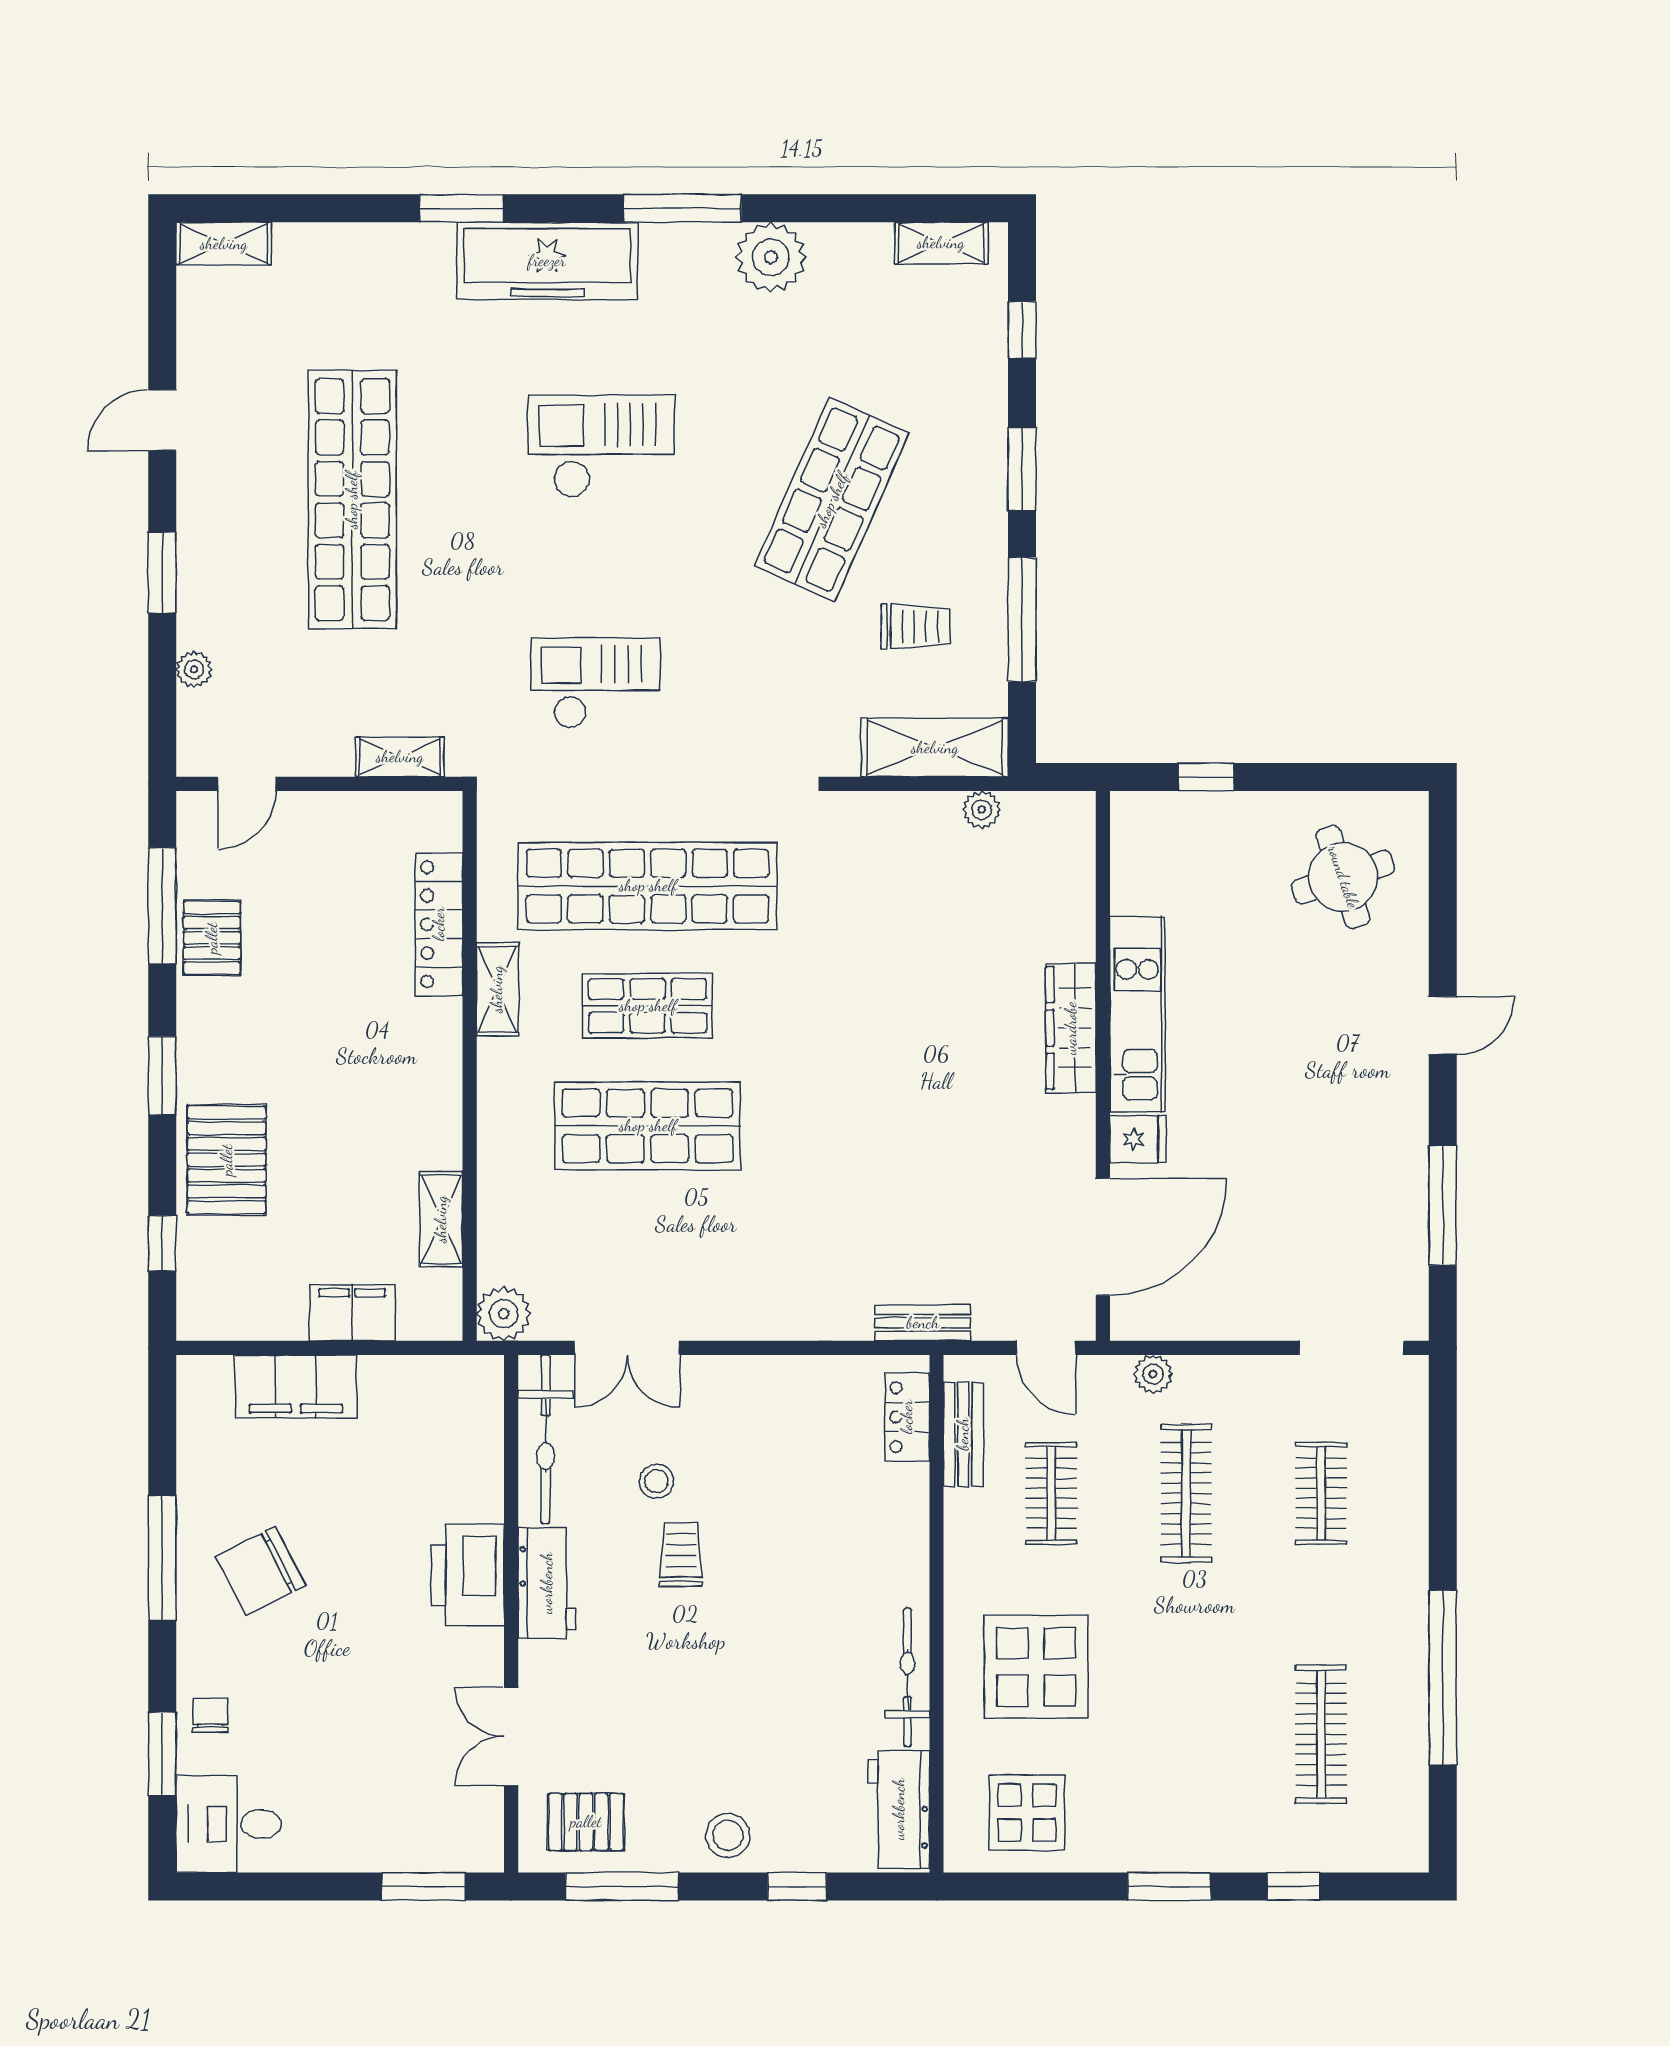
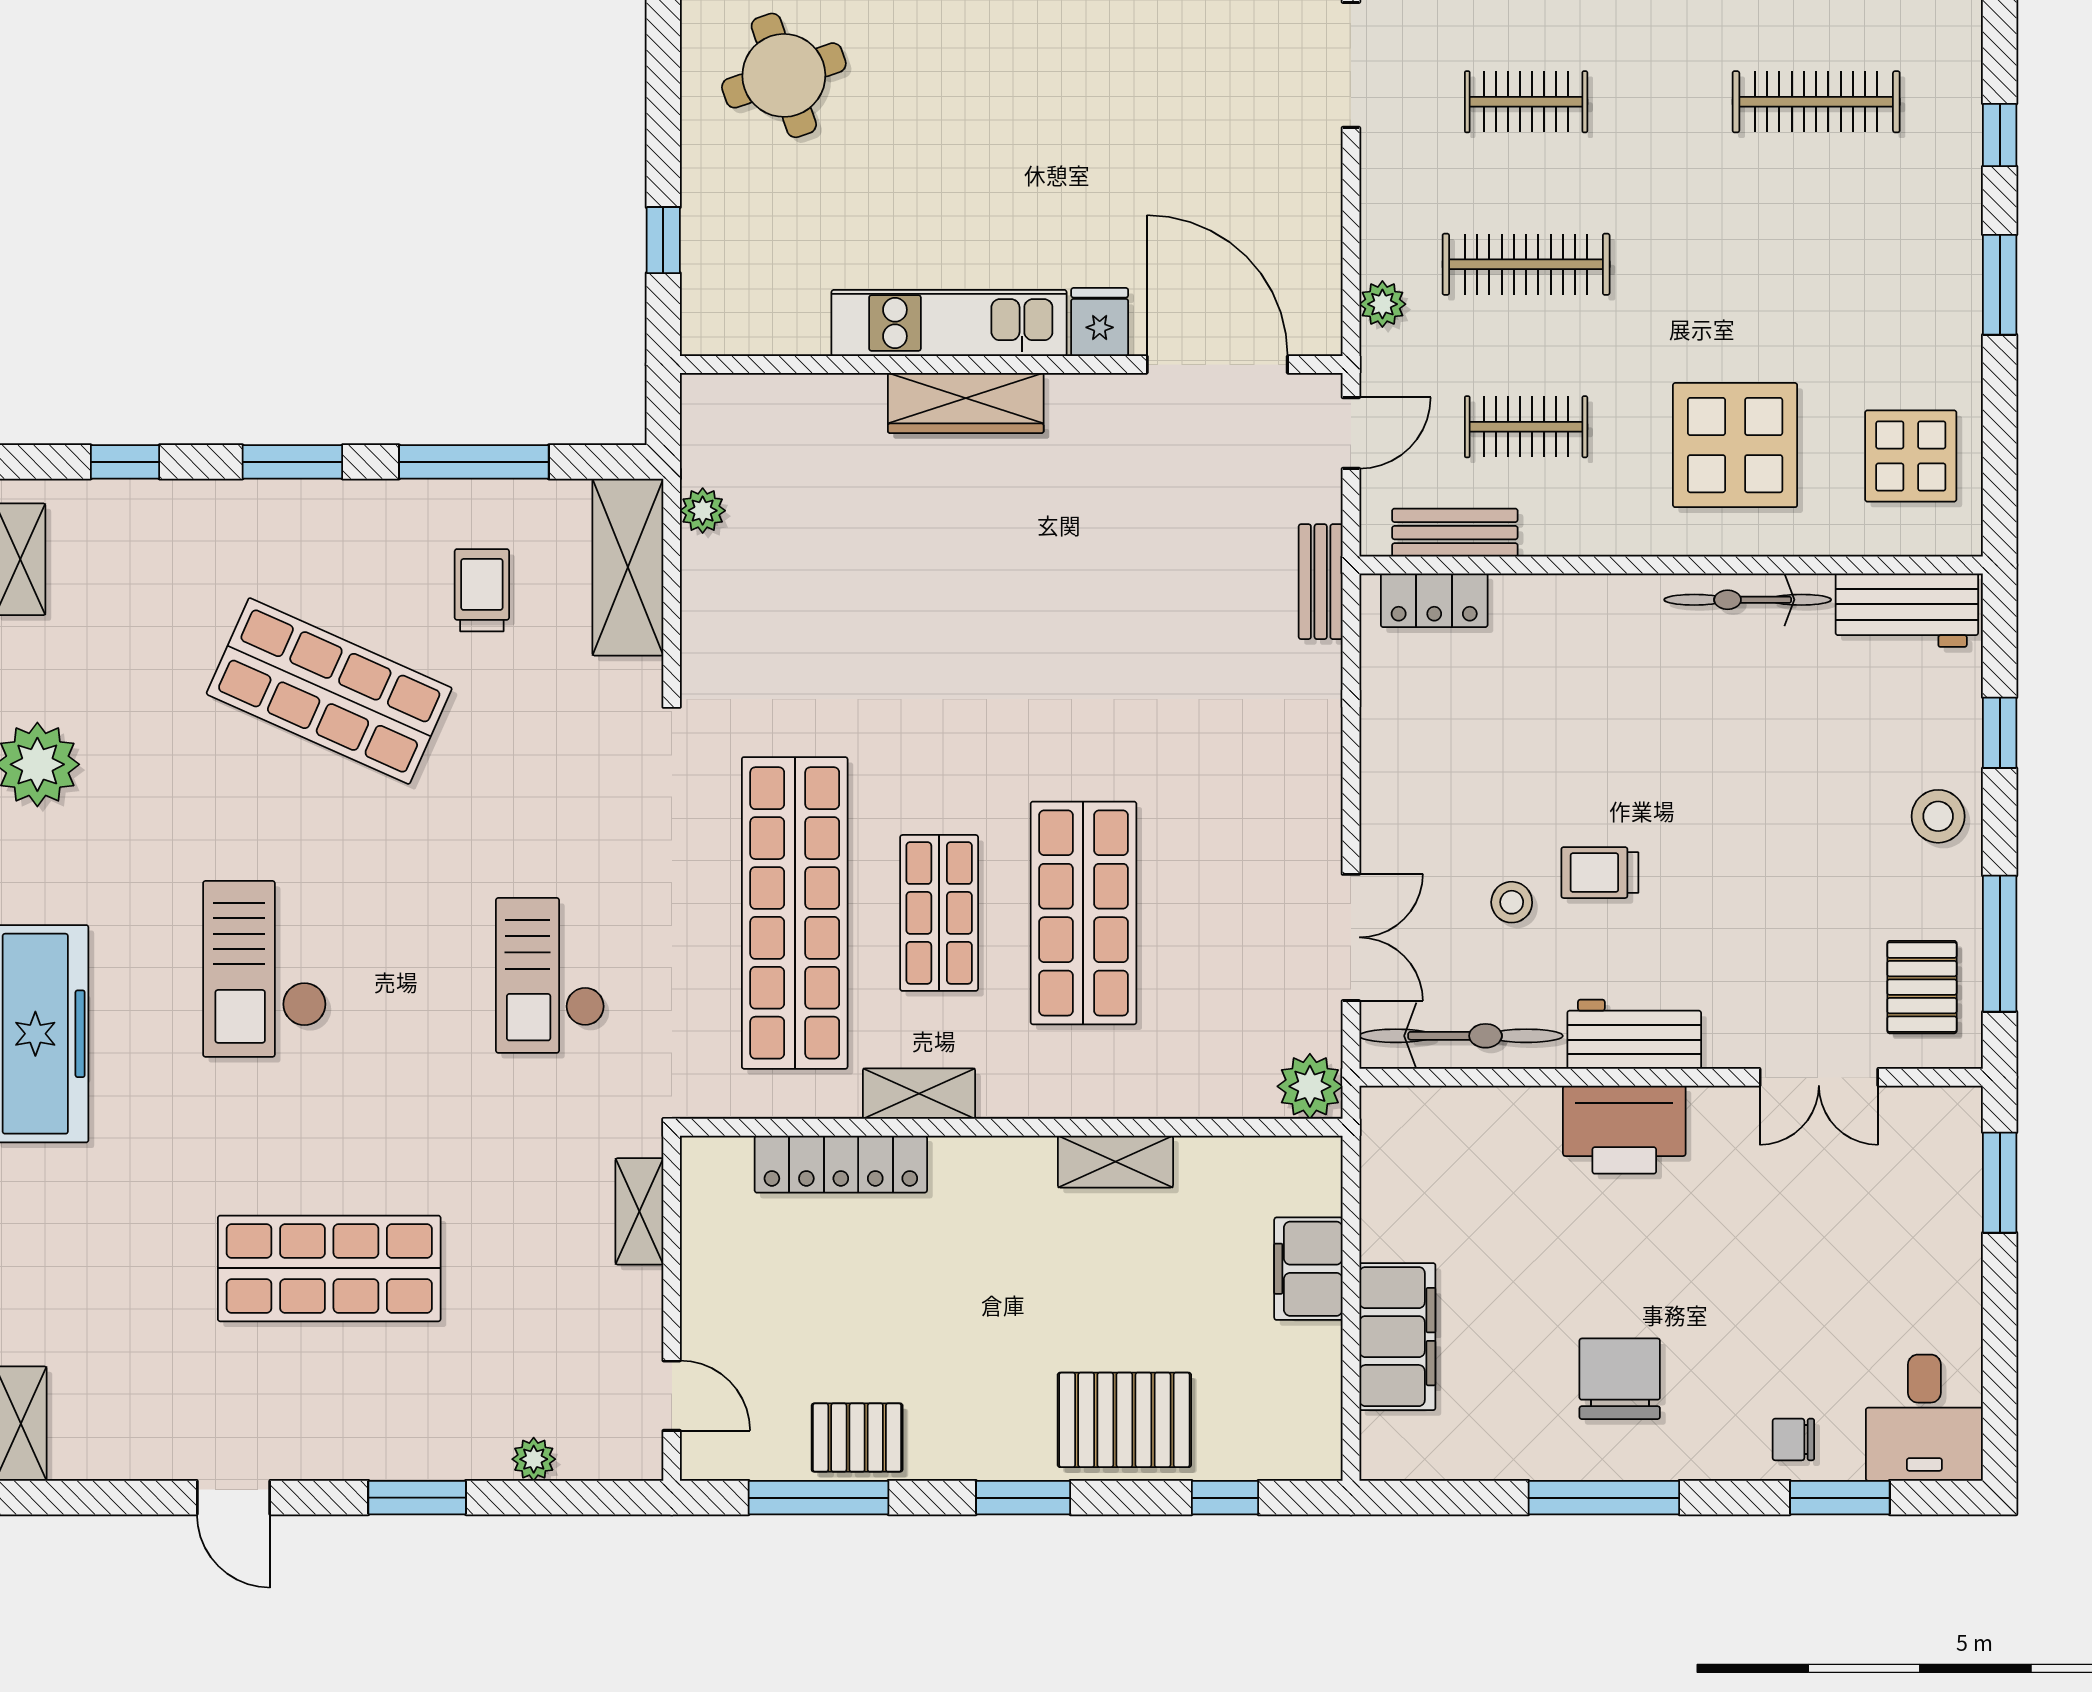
shop shelf: (352, 500) -> (329, 1268), width x0.71
shelving: (441, 1219) -> (1115, 1162), moved
chair: (261, 1571) -> (1620, 1379), turned -153

